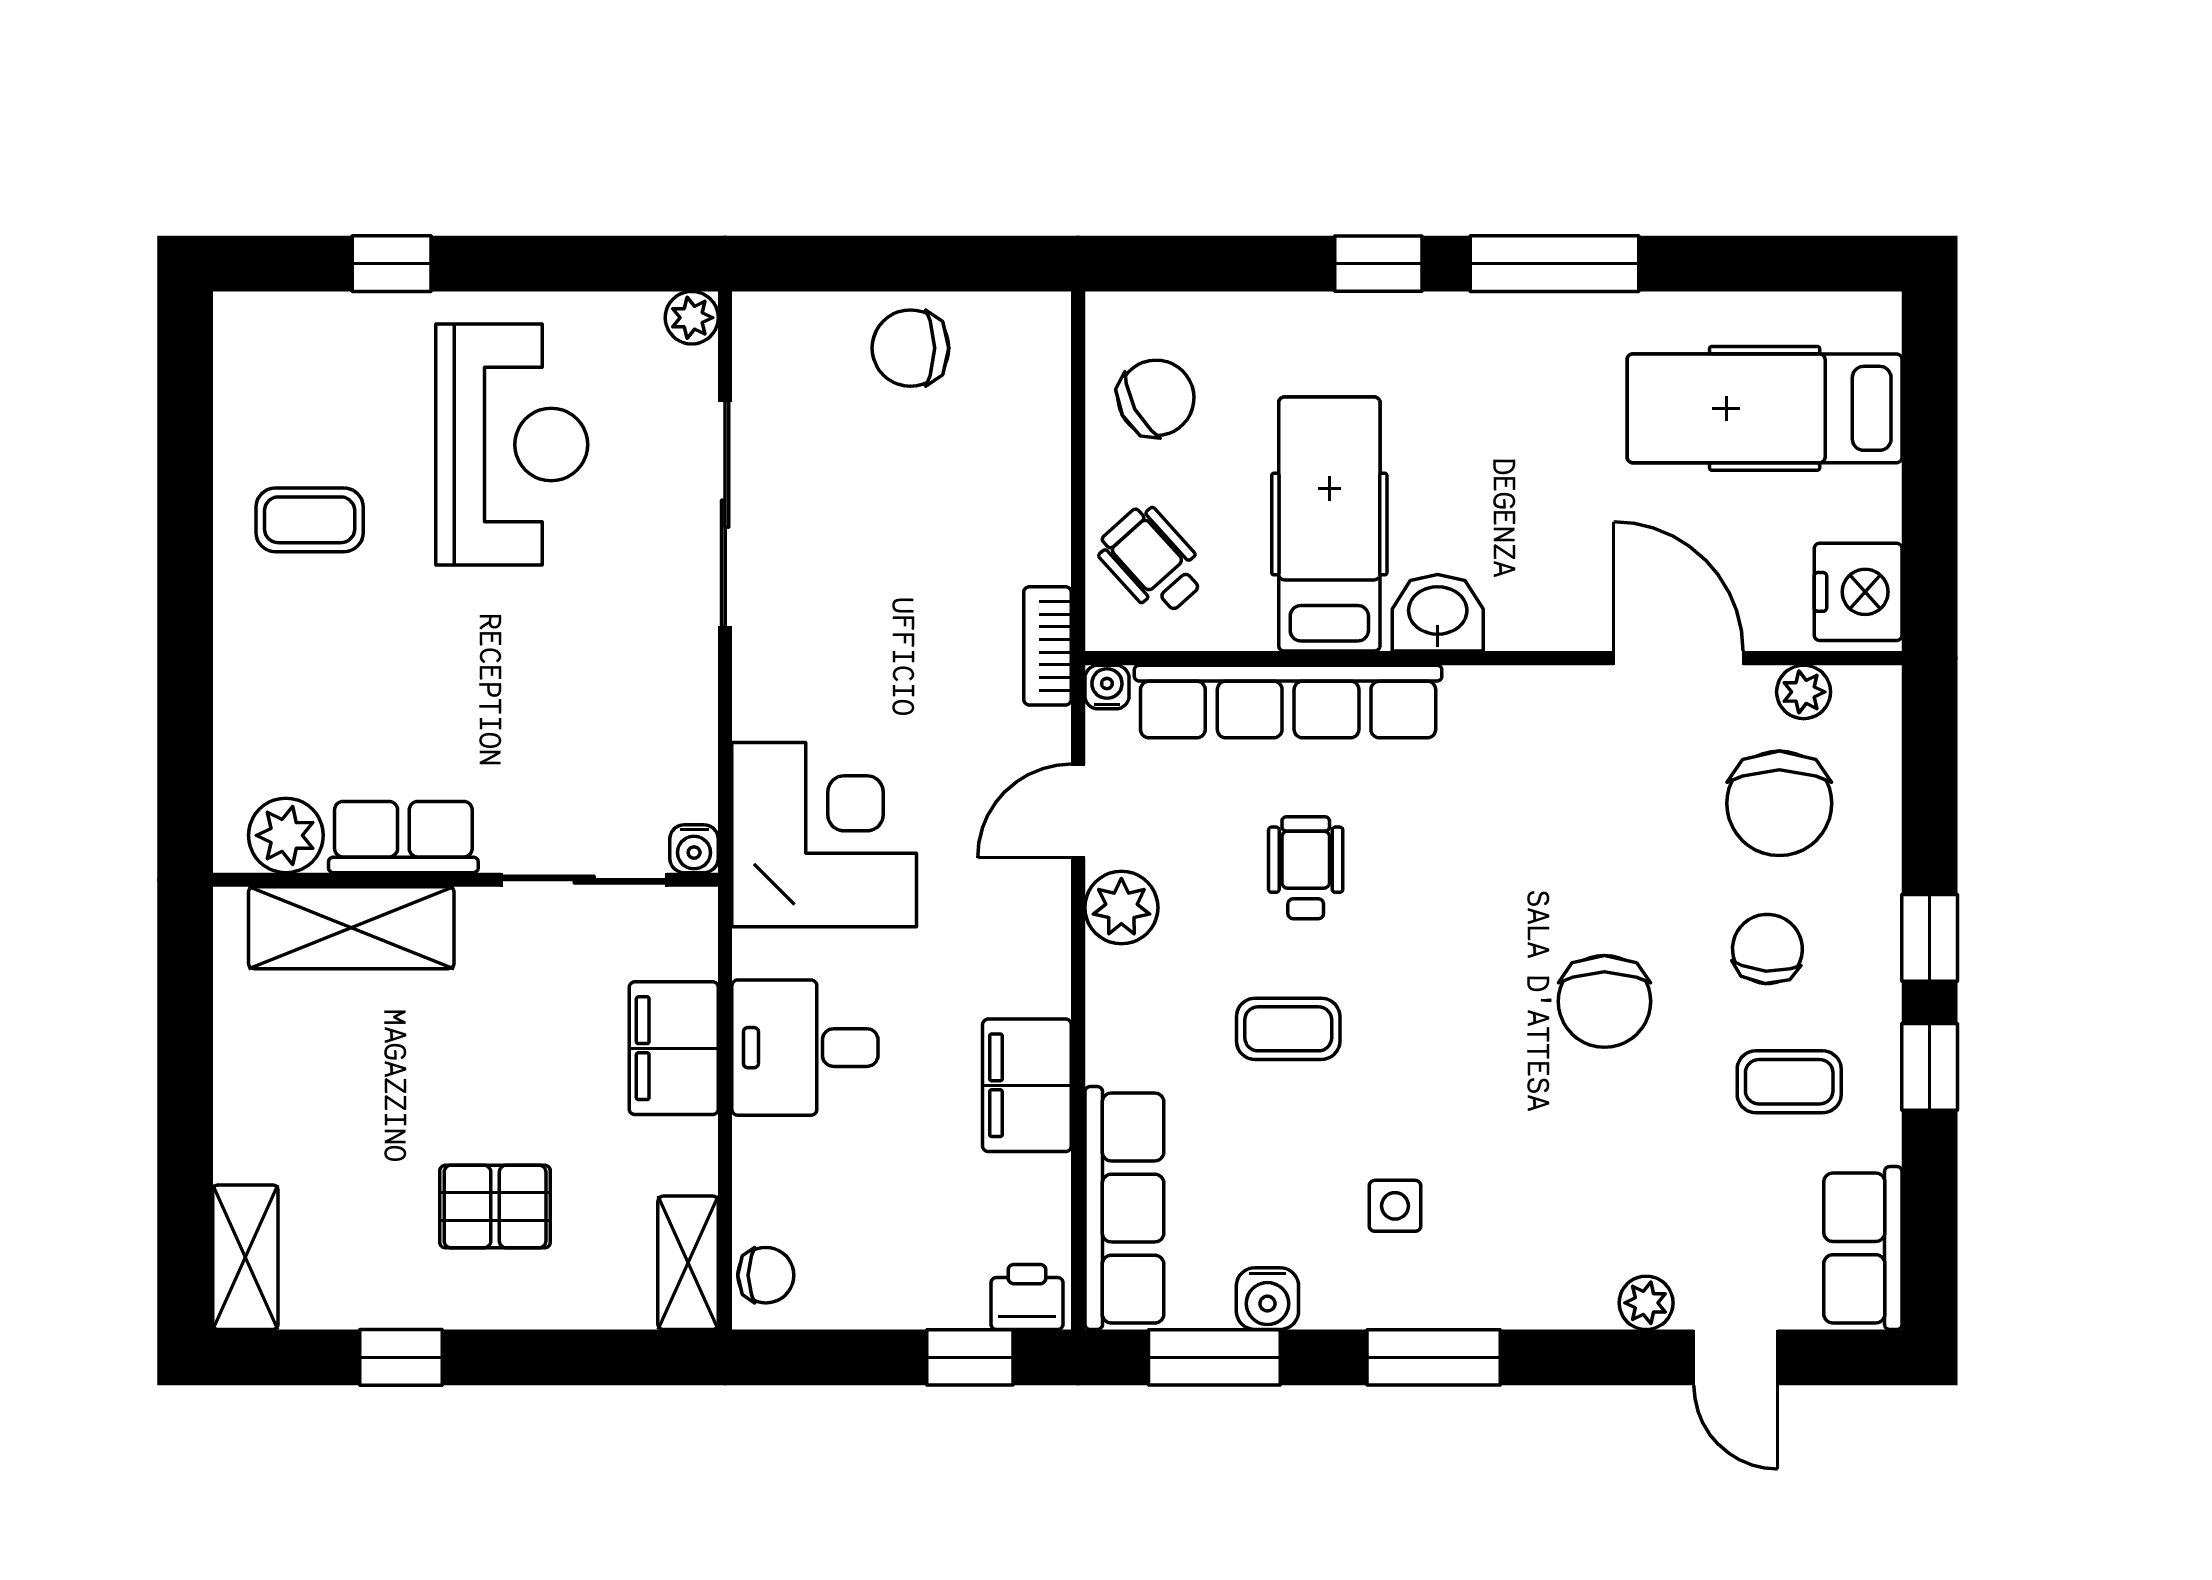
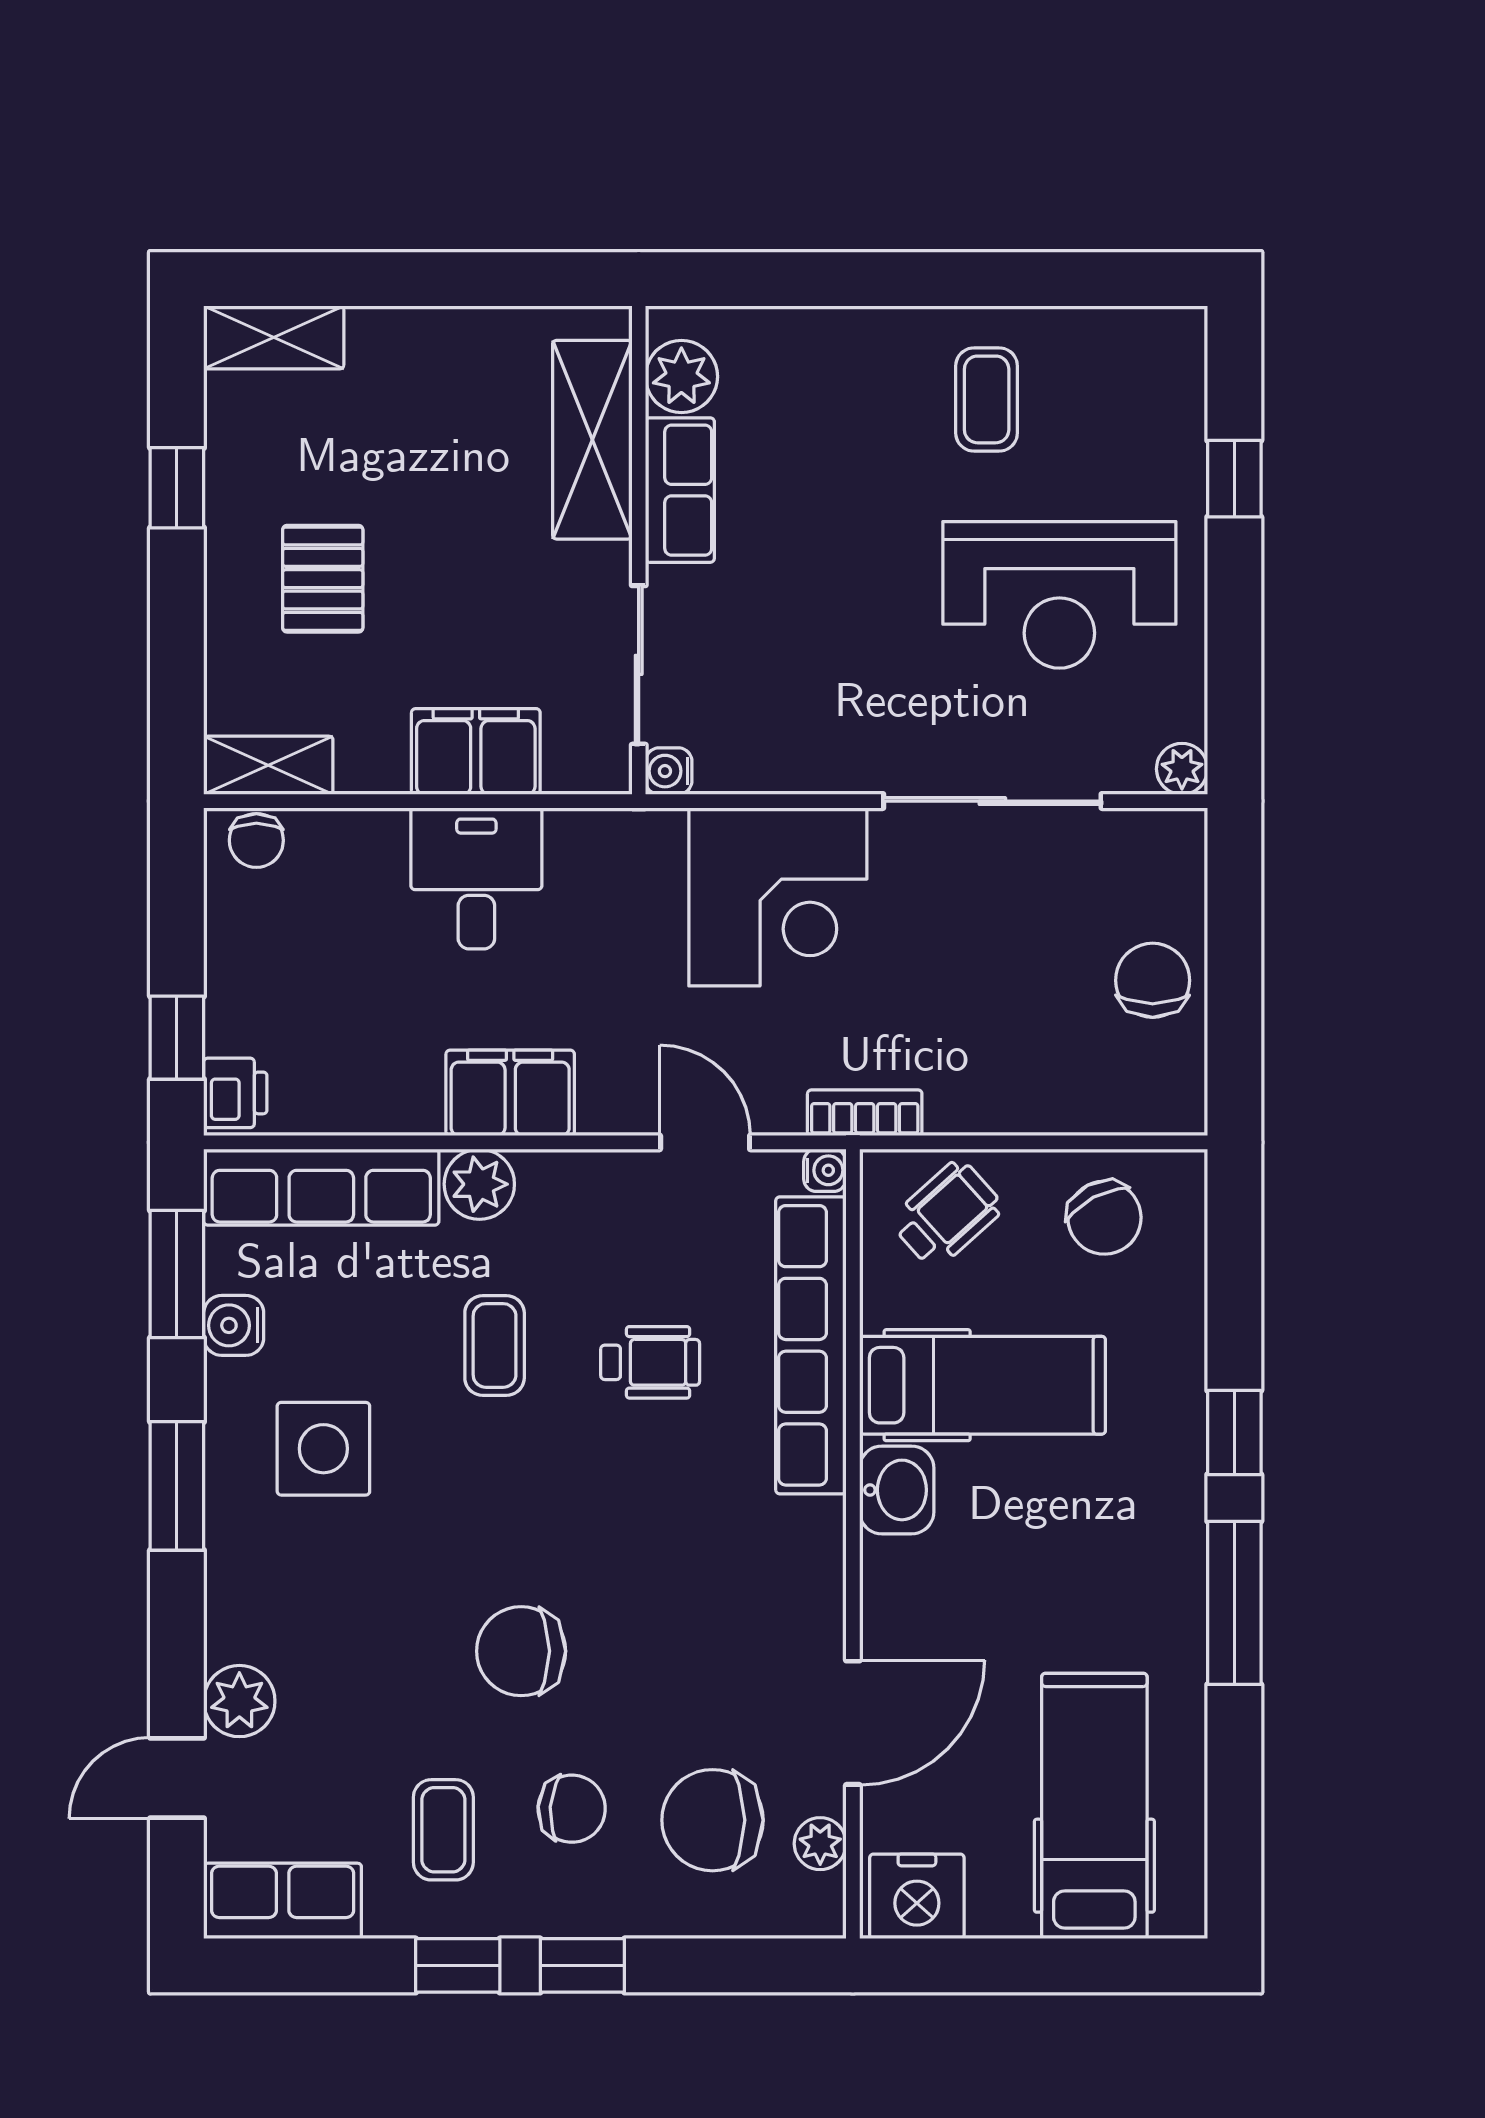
corner desk: (824, 835) -> (778, 897), moved
plant: (1121, 908) -> (479, 1184), moved
filing cabinet: (1027, 1085) -> (510, 1093), moved
side table: (1395, 1206) -> (323, 1449), width x1.87, depth x1.87
plant: (1646, 1303) -> (239, 1701), width x1.38, depth x1.38

